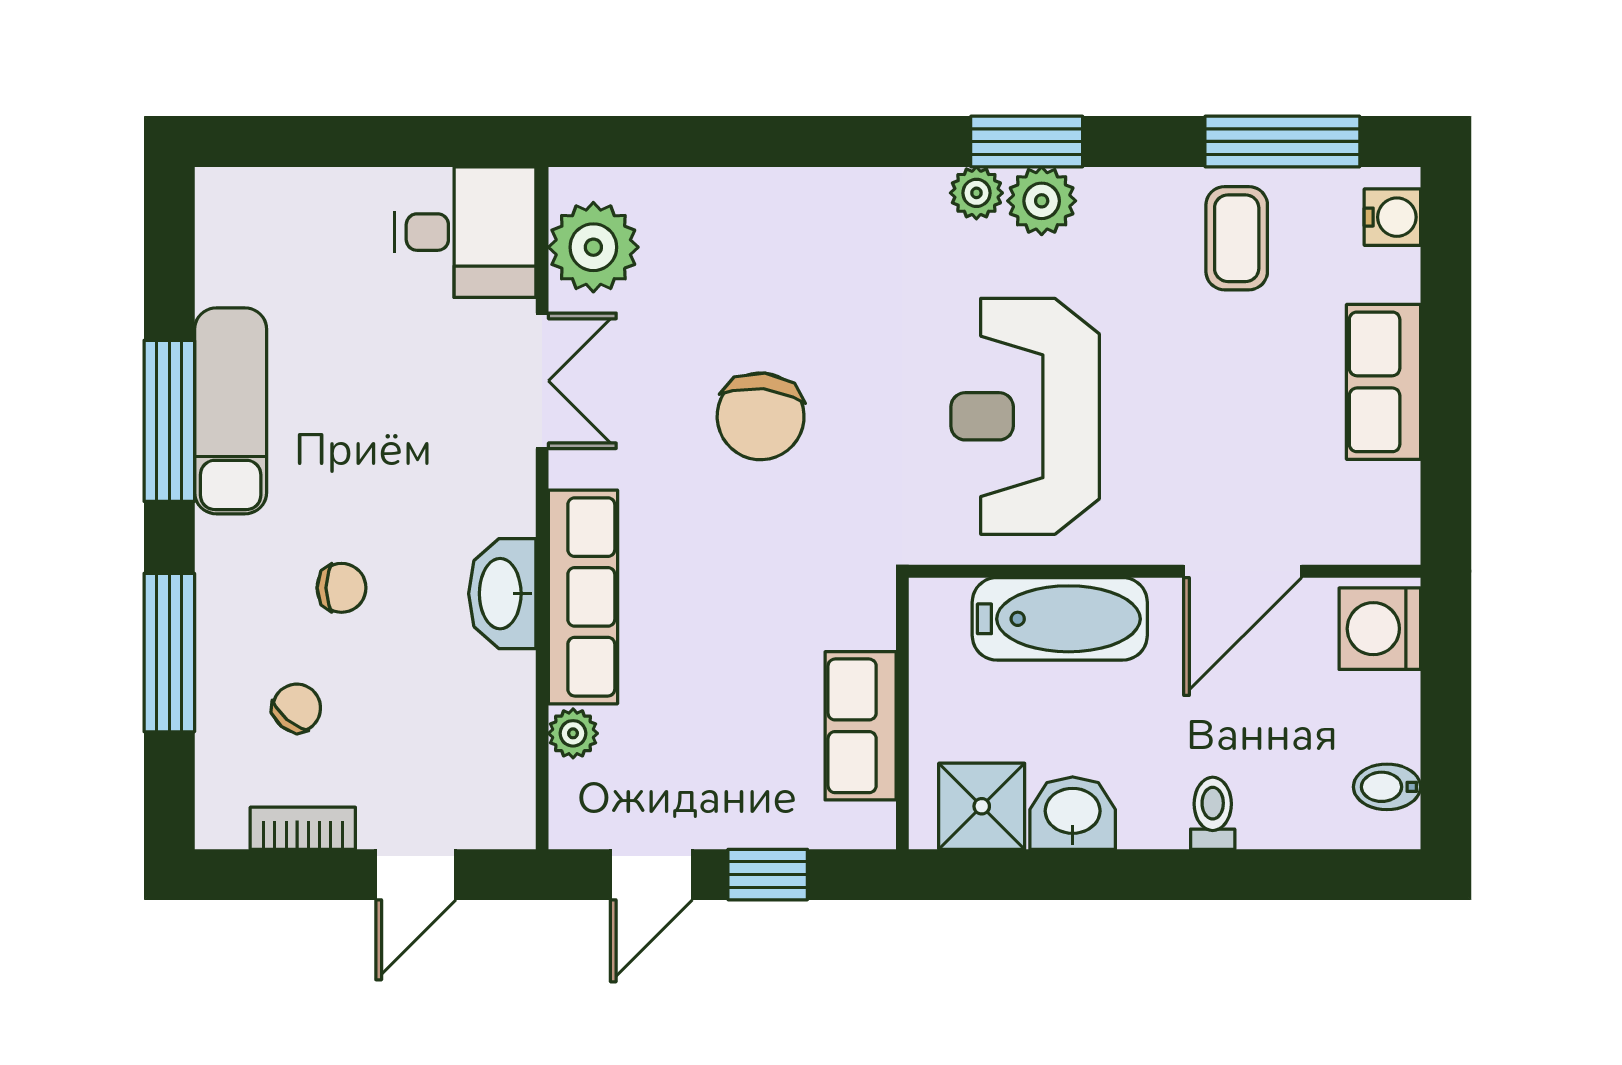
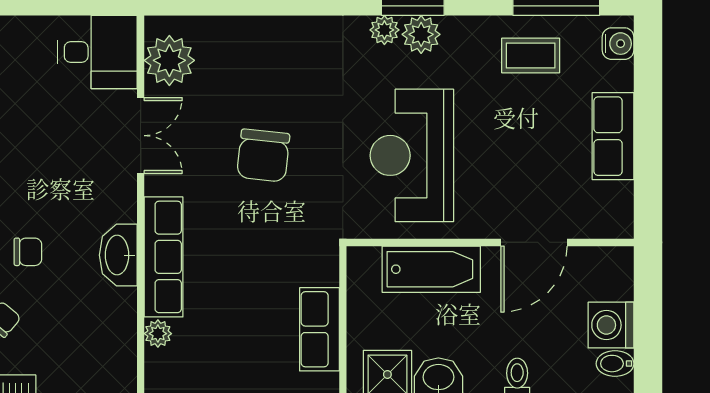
coffee table: (1237, 238) -> (531, 55), turned 90
washing machine: (1380, 629) -> (611, 325), moved

